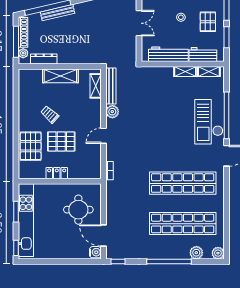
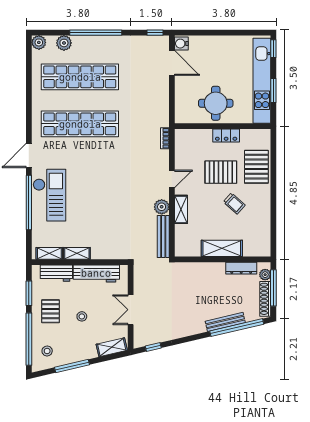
shelving: (96, 86) -> (181, 209), moved
round table: (78, 210) -> (216, 103), moved

